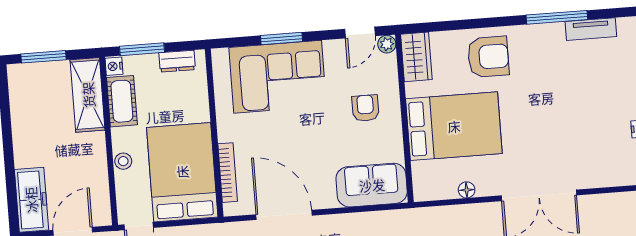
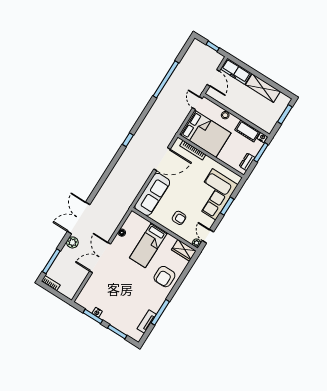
shelving: (88, 95) -> (263, 88), moved
bed: (454, 126) -> (148, 245), width x0.67
sofa: (372, 185) -> (152, 194), width x1.36

